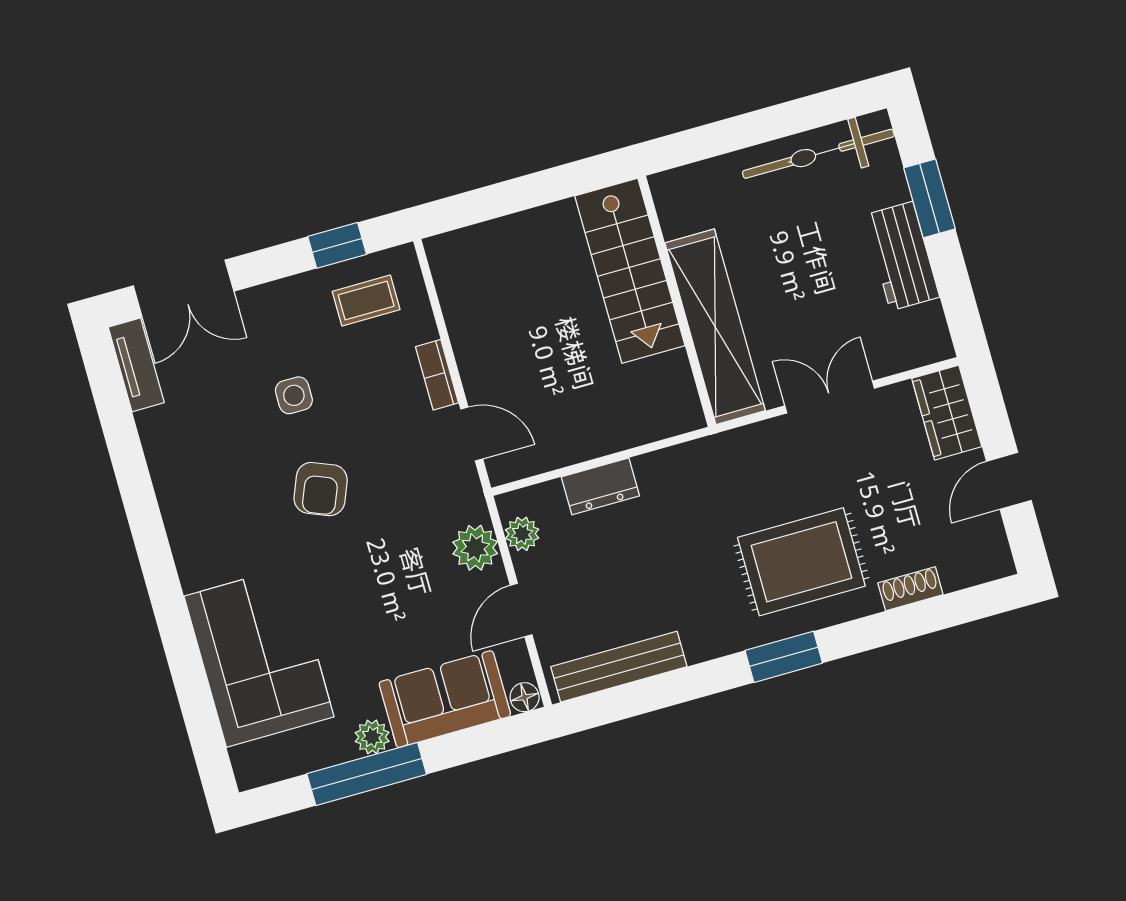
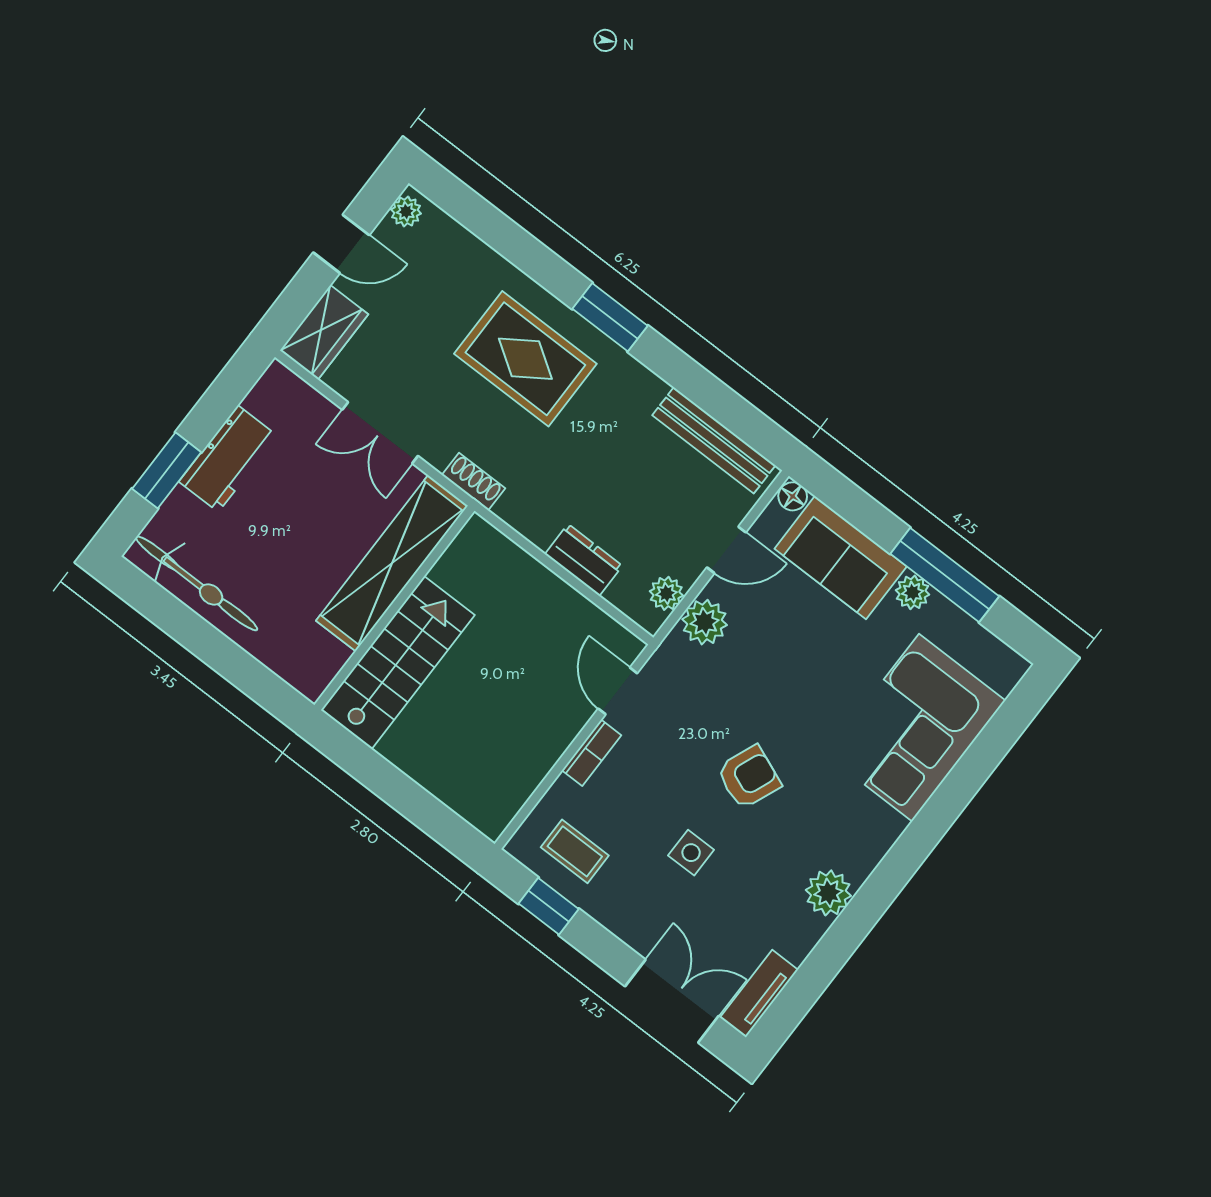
plant: (177, 484) -> (828, 893), added
plant: (996, 554) -> (406, 211), added
shoe rack: (910, 589) -> (473, 482), moved, turned 180

